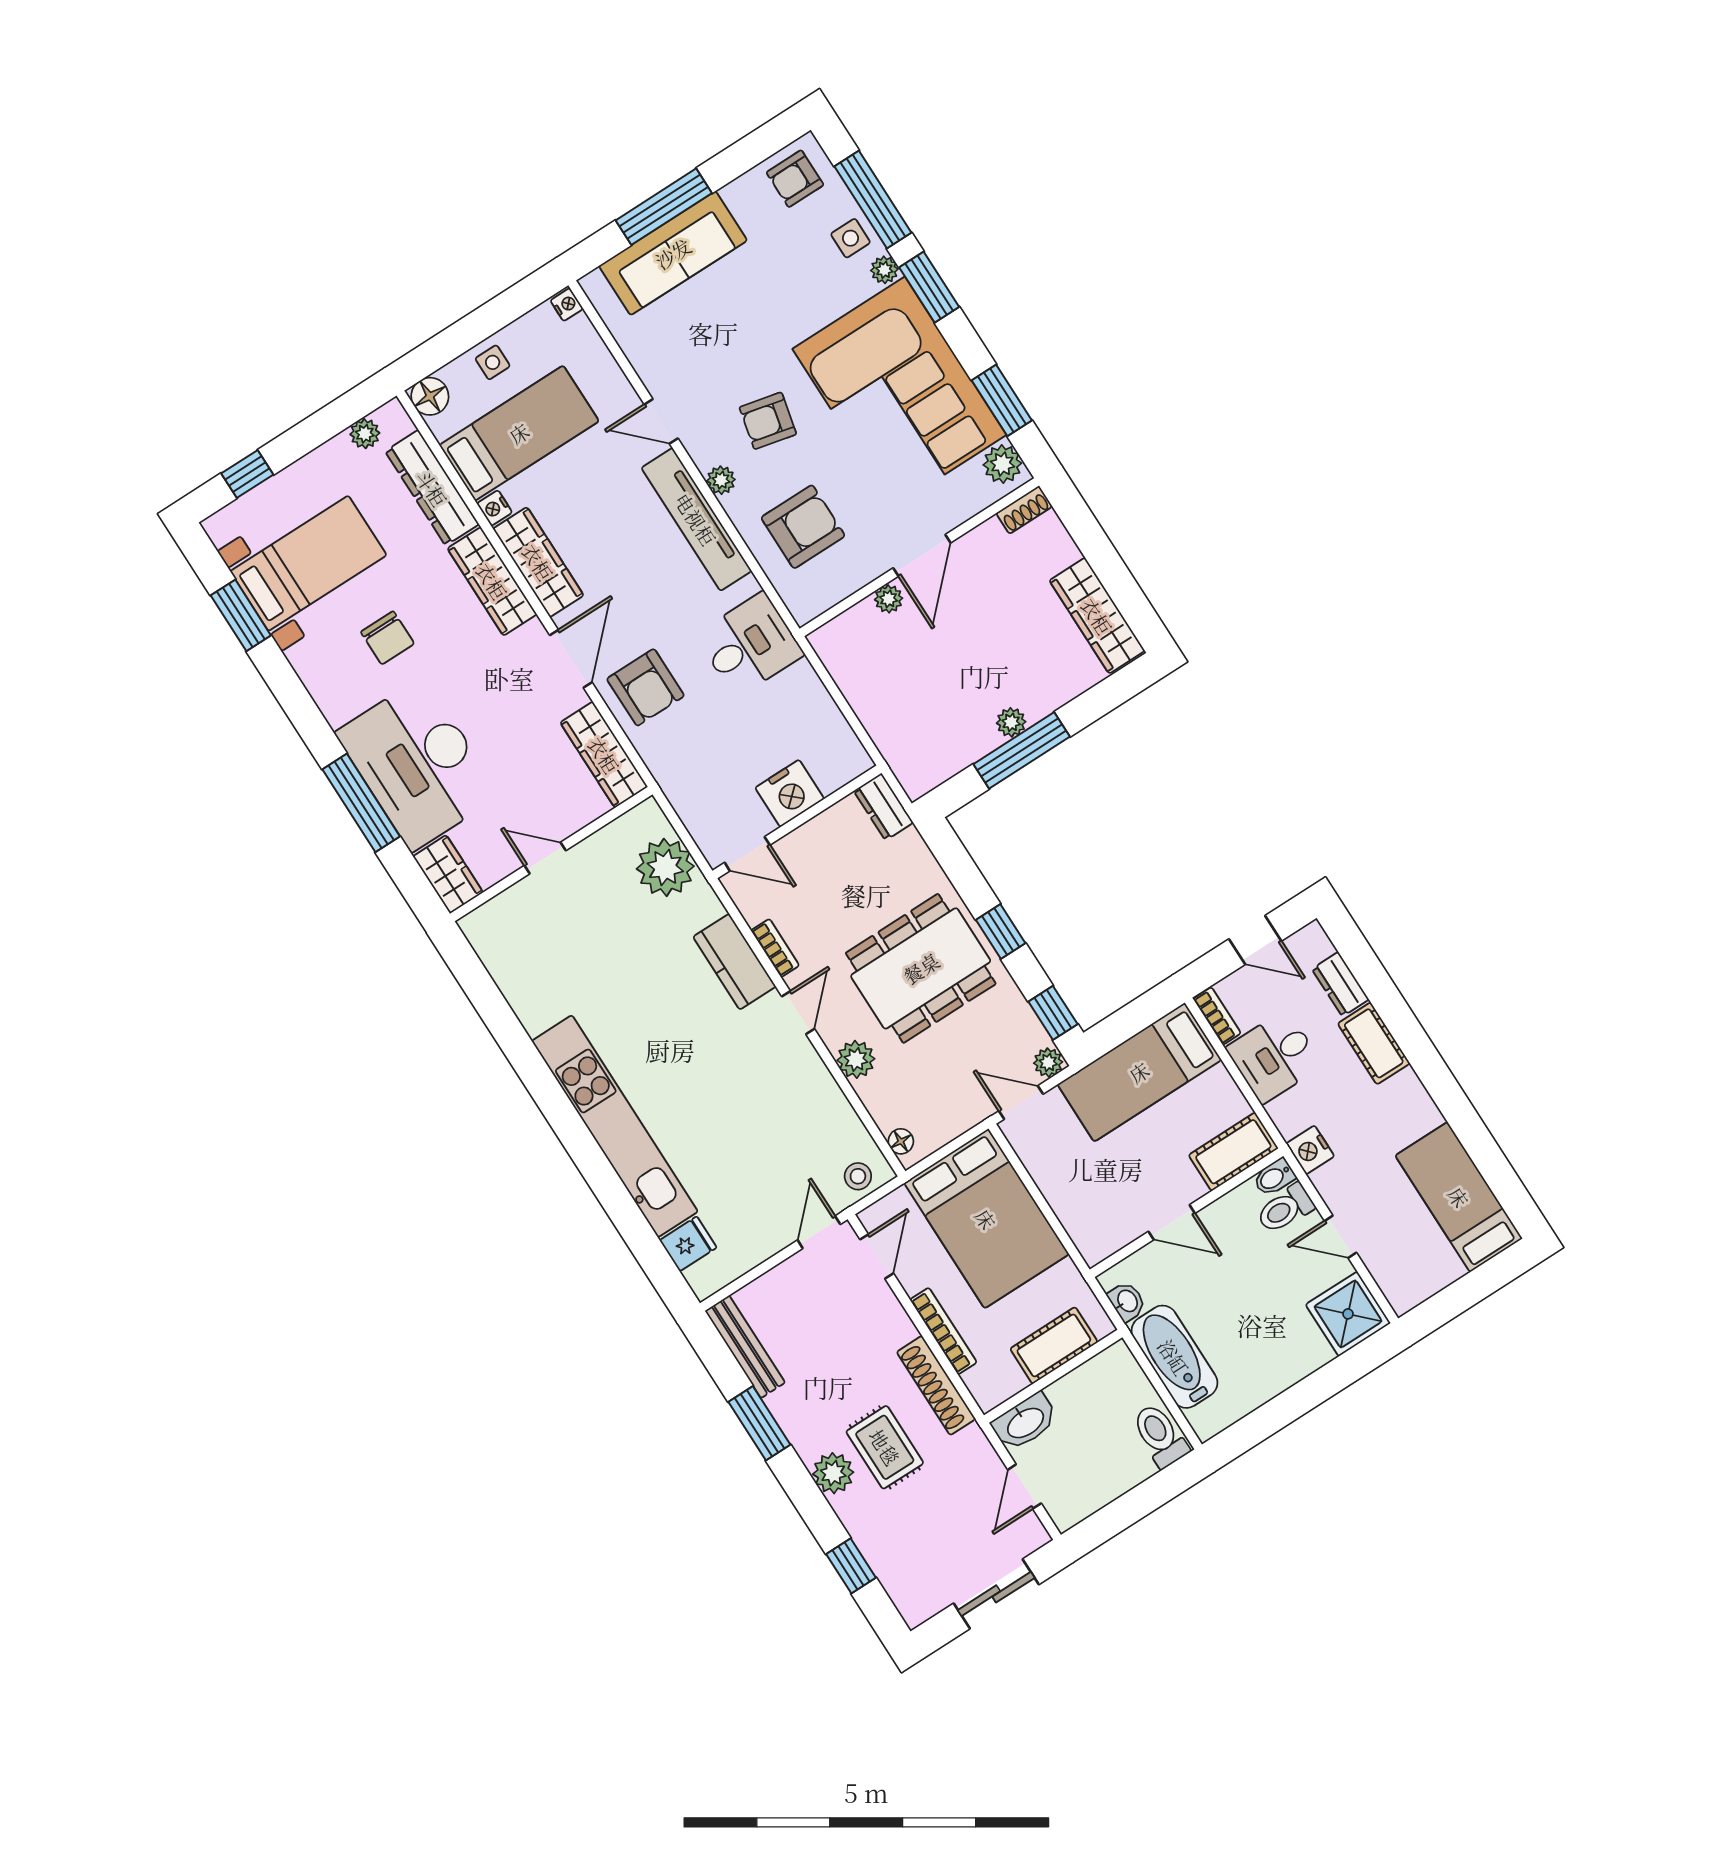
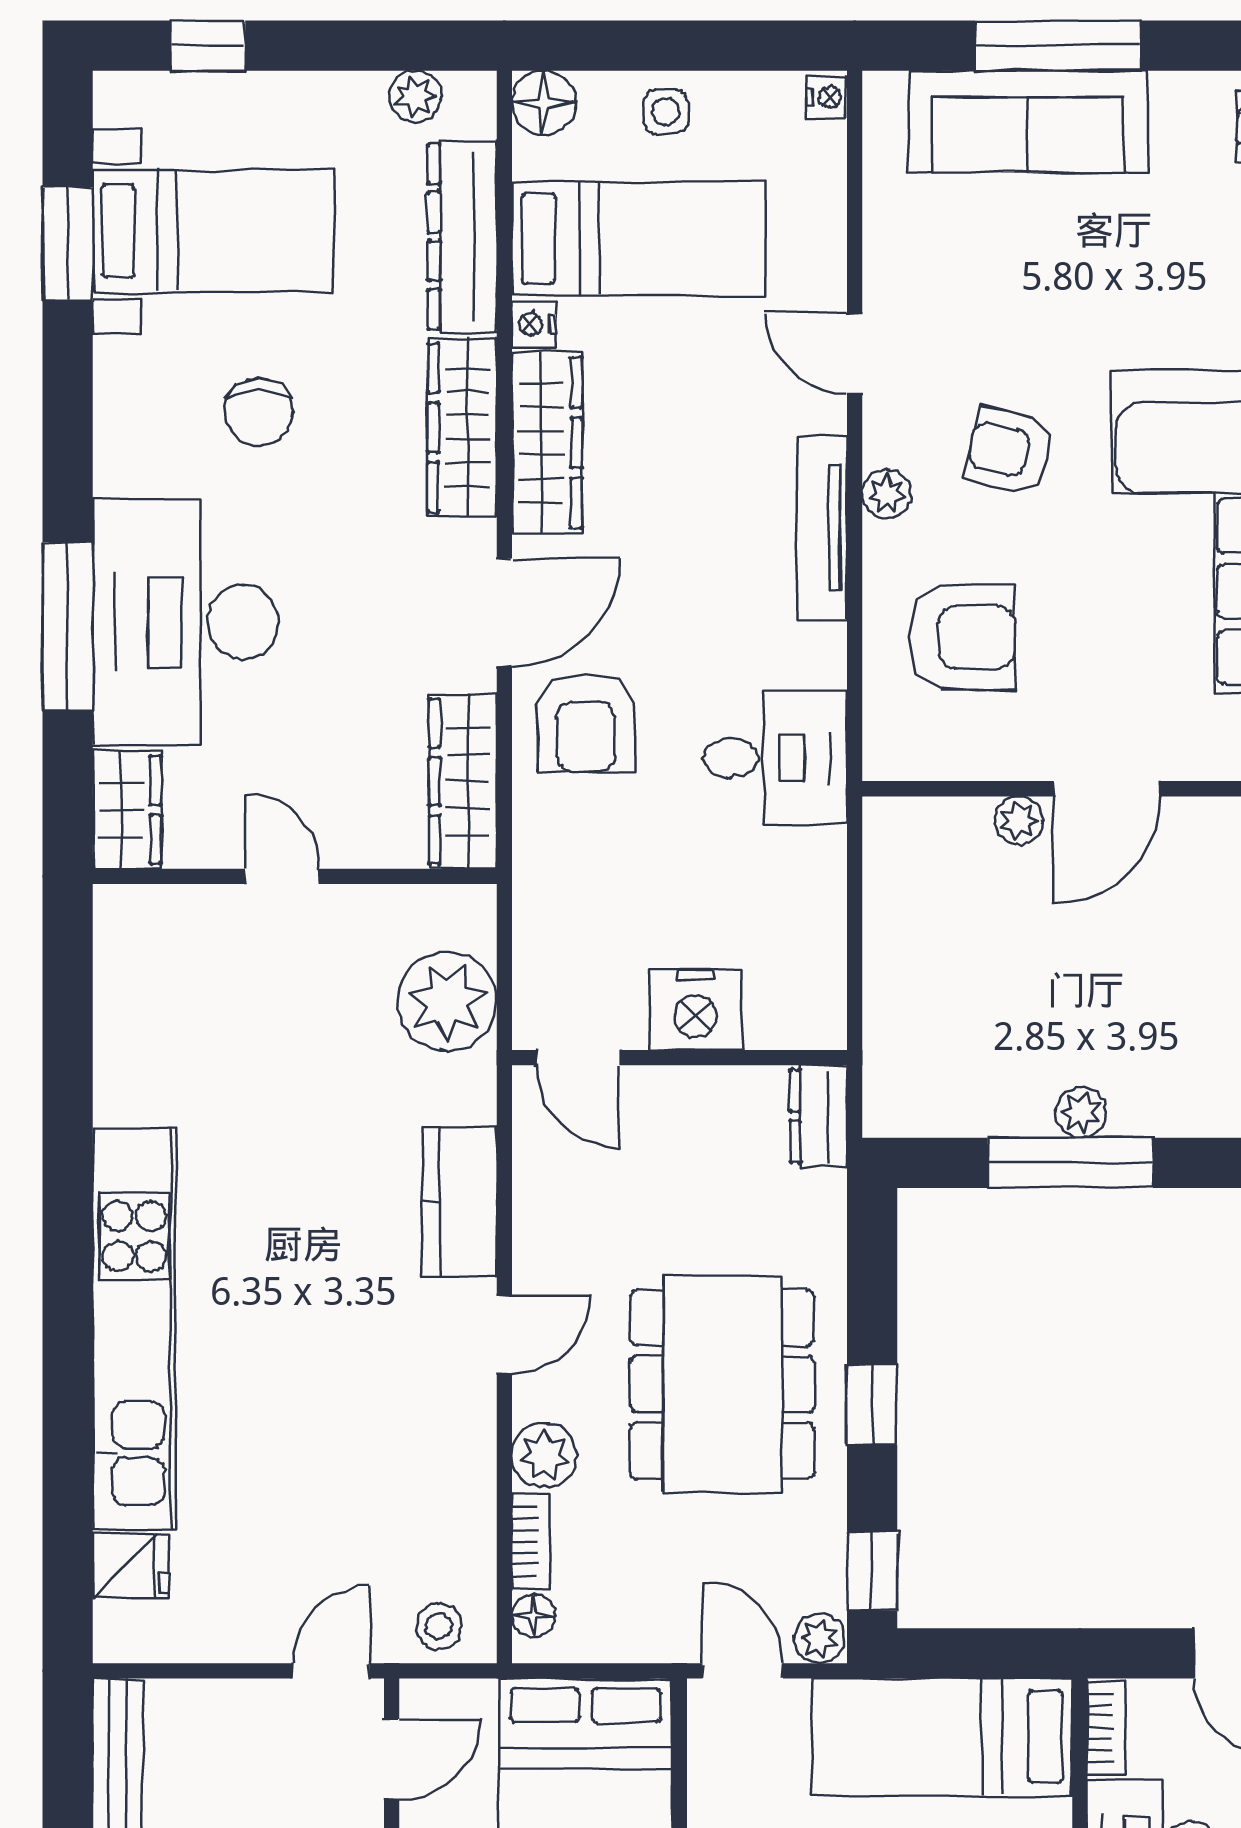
tv unit: (696, 519) -> (822, 528), width x0.73, depth x0.78
bookcase: (775, 948) -> (531, 1541), moved
dining table: (921, 968) -> (722, 1384), turned 90

